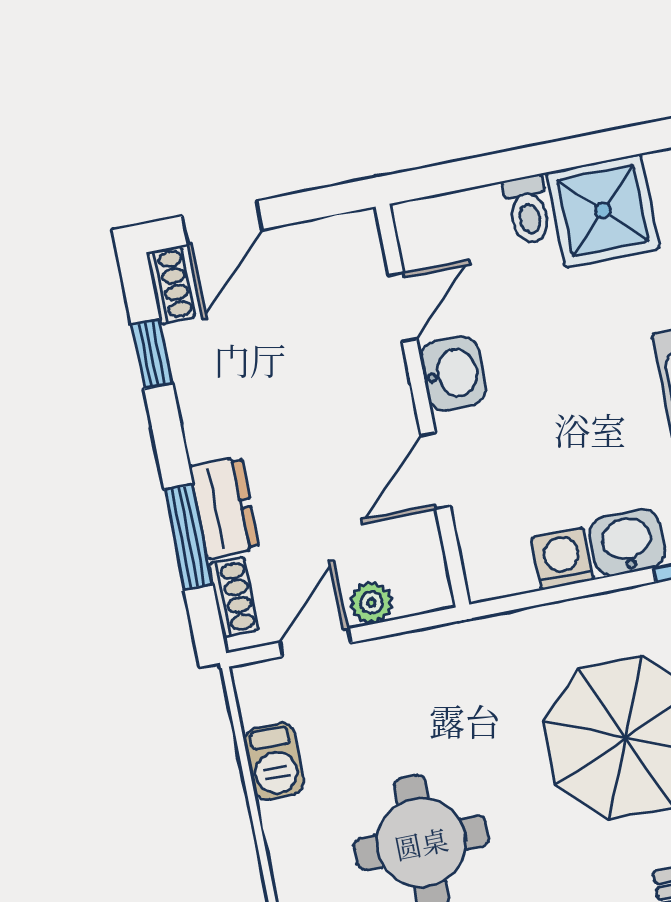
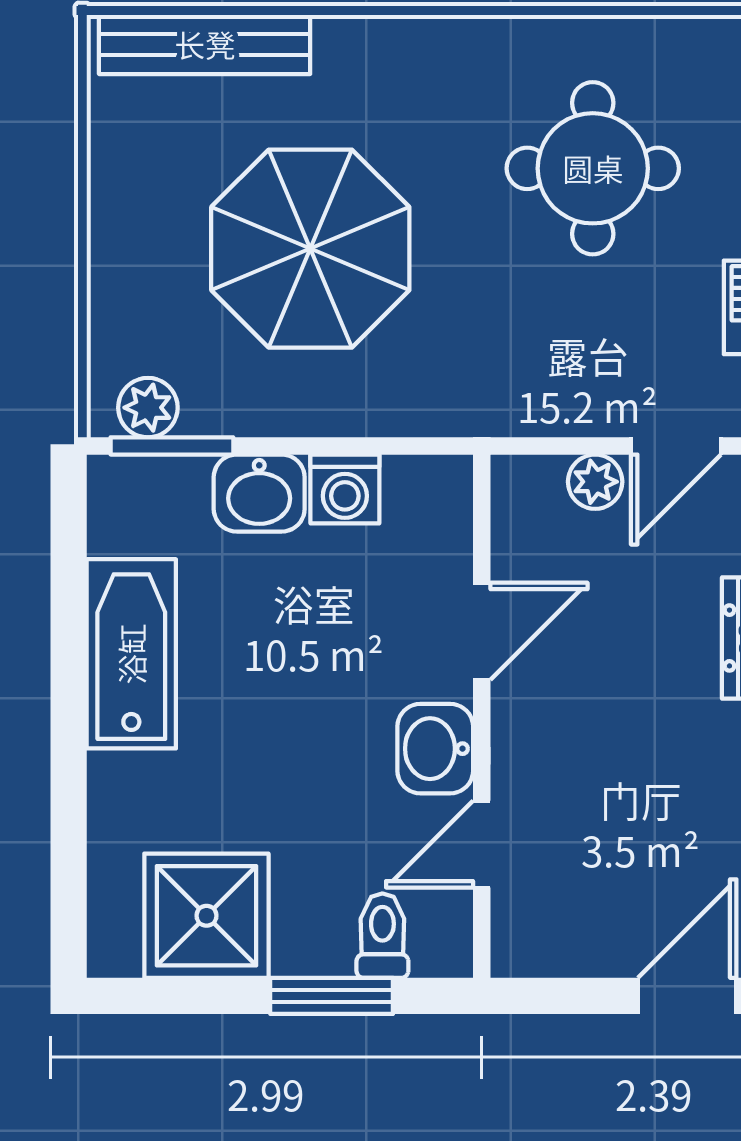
window: (495, 168) -> (332, 996), added
toilet: (528, 210) -> (382, 936), moved

